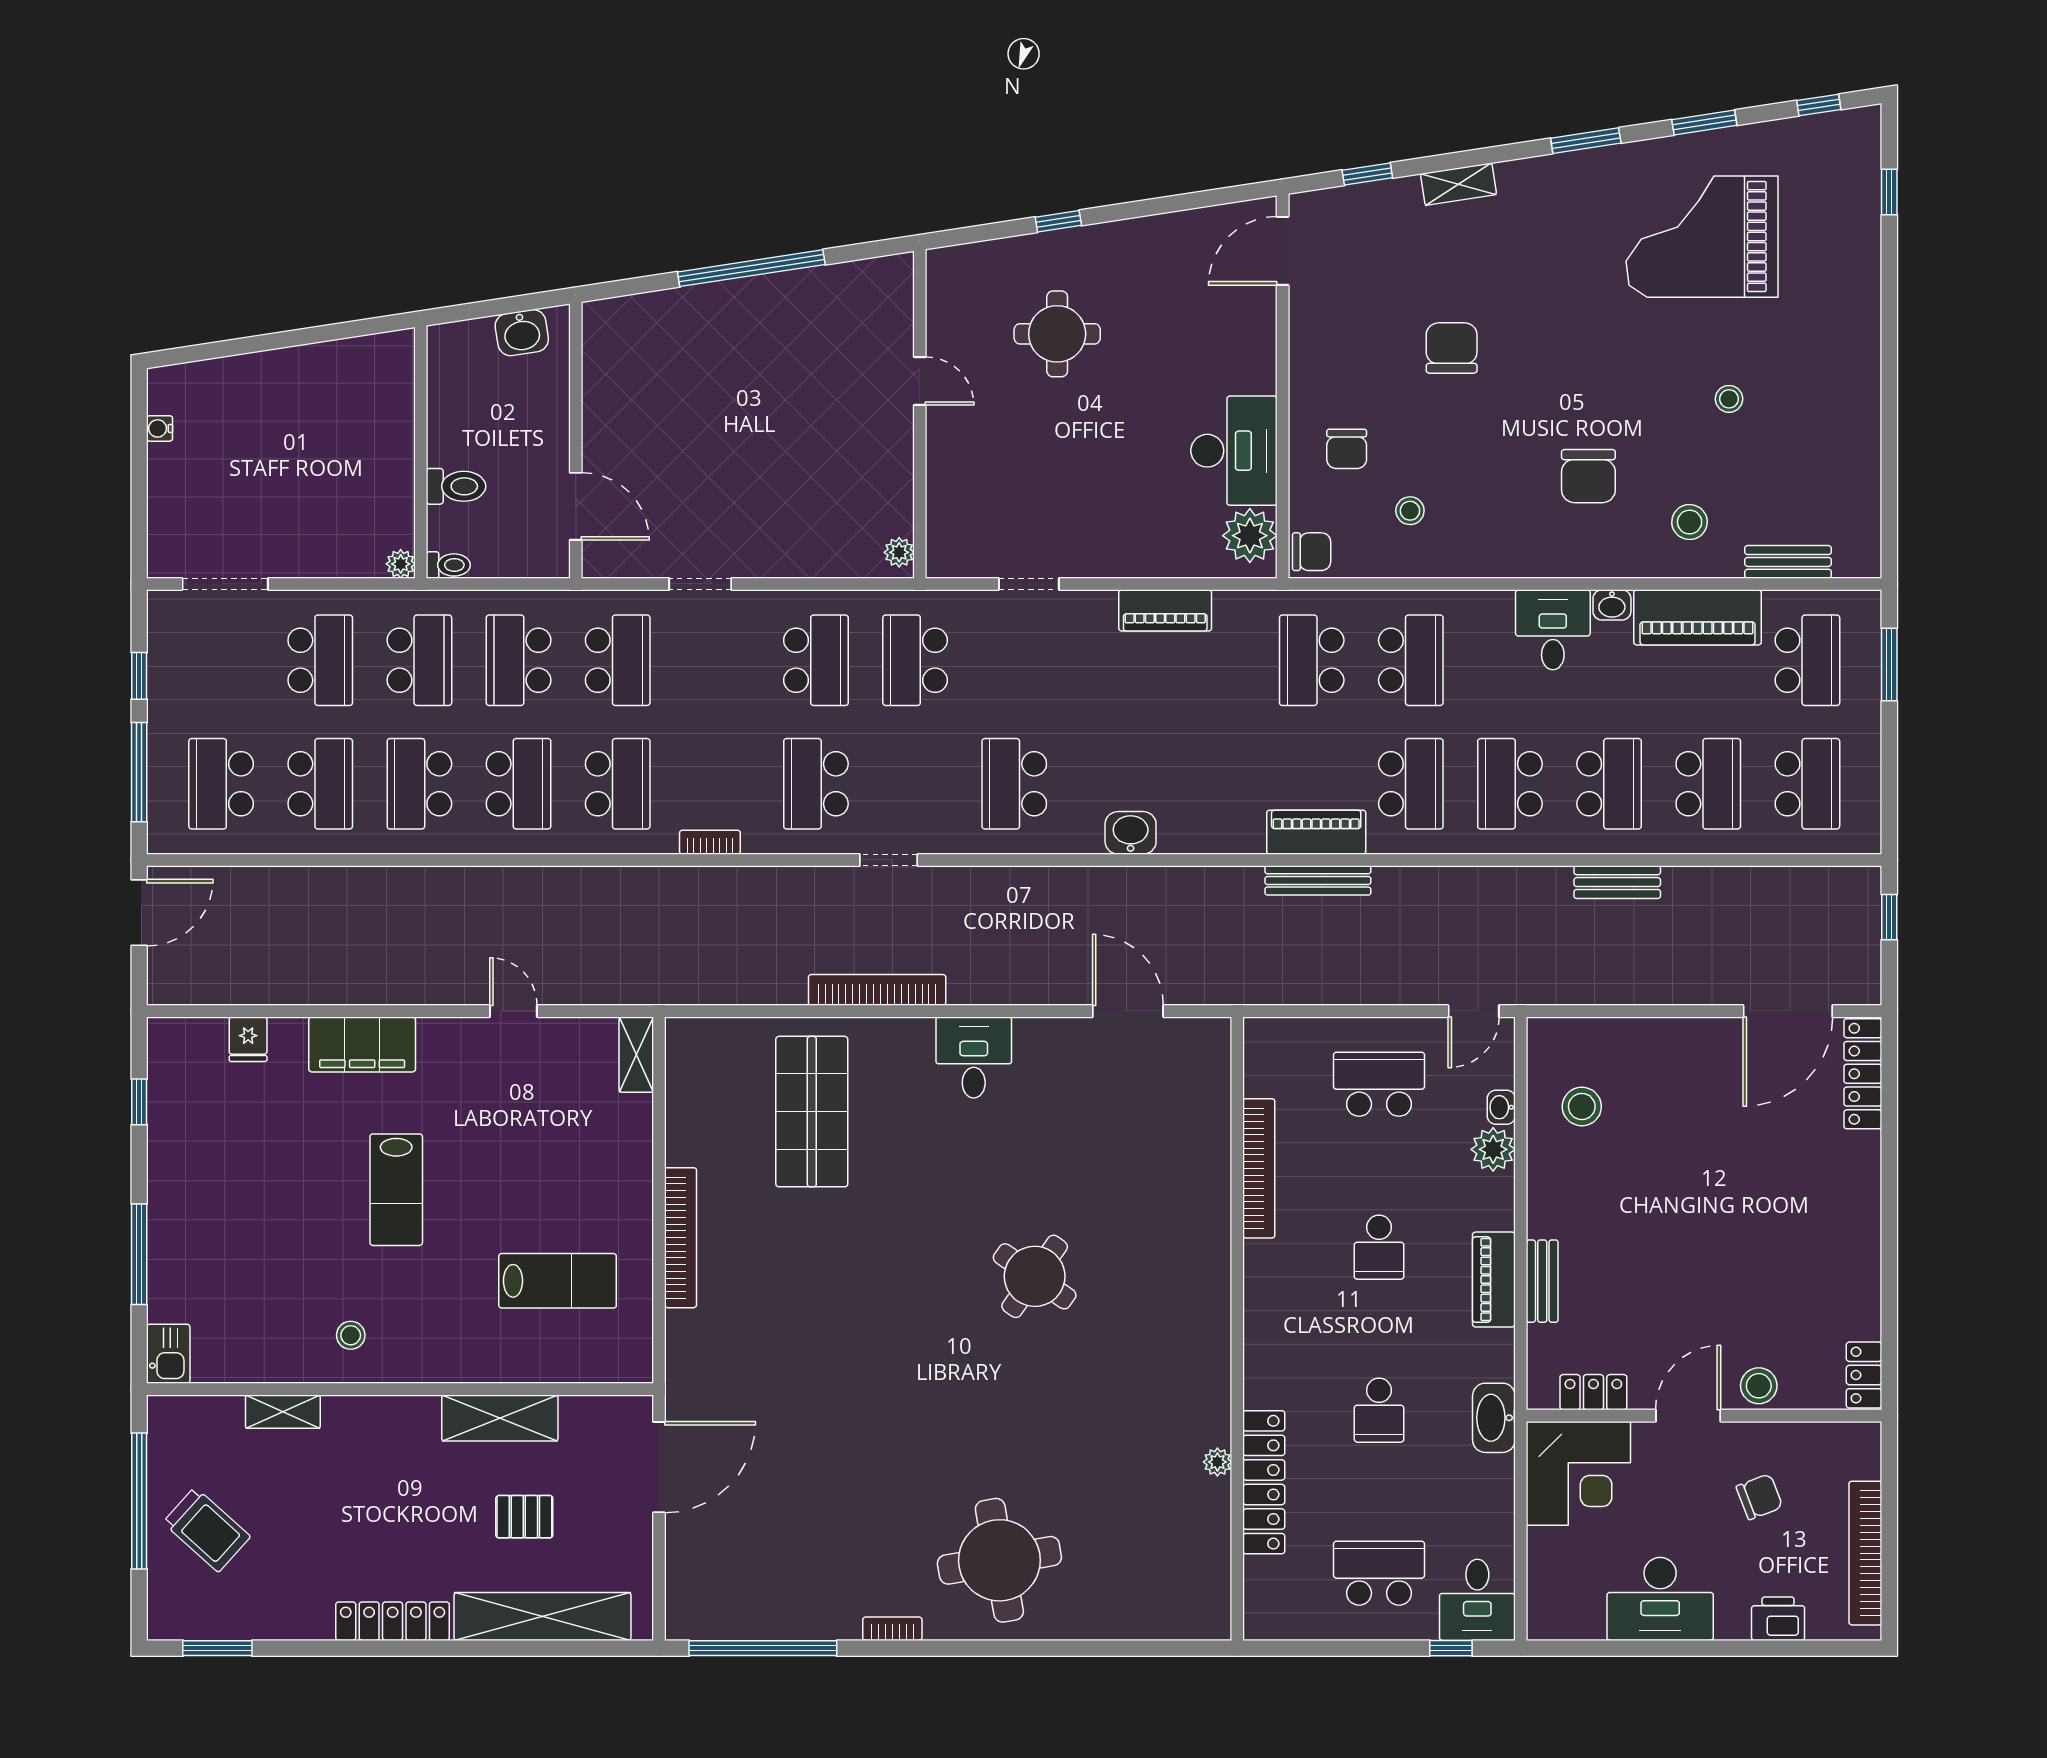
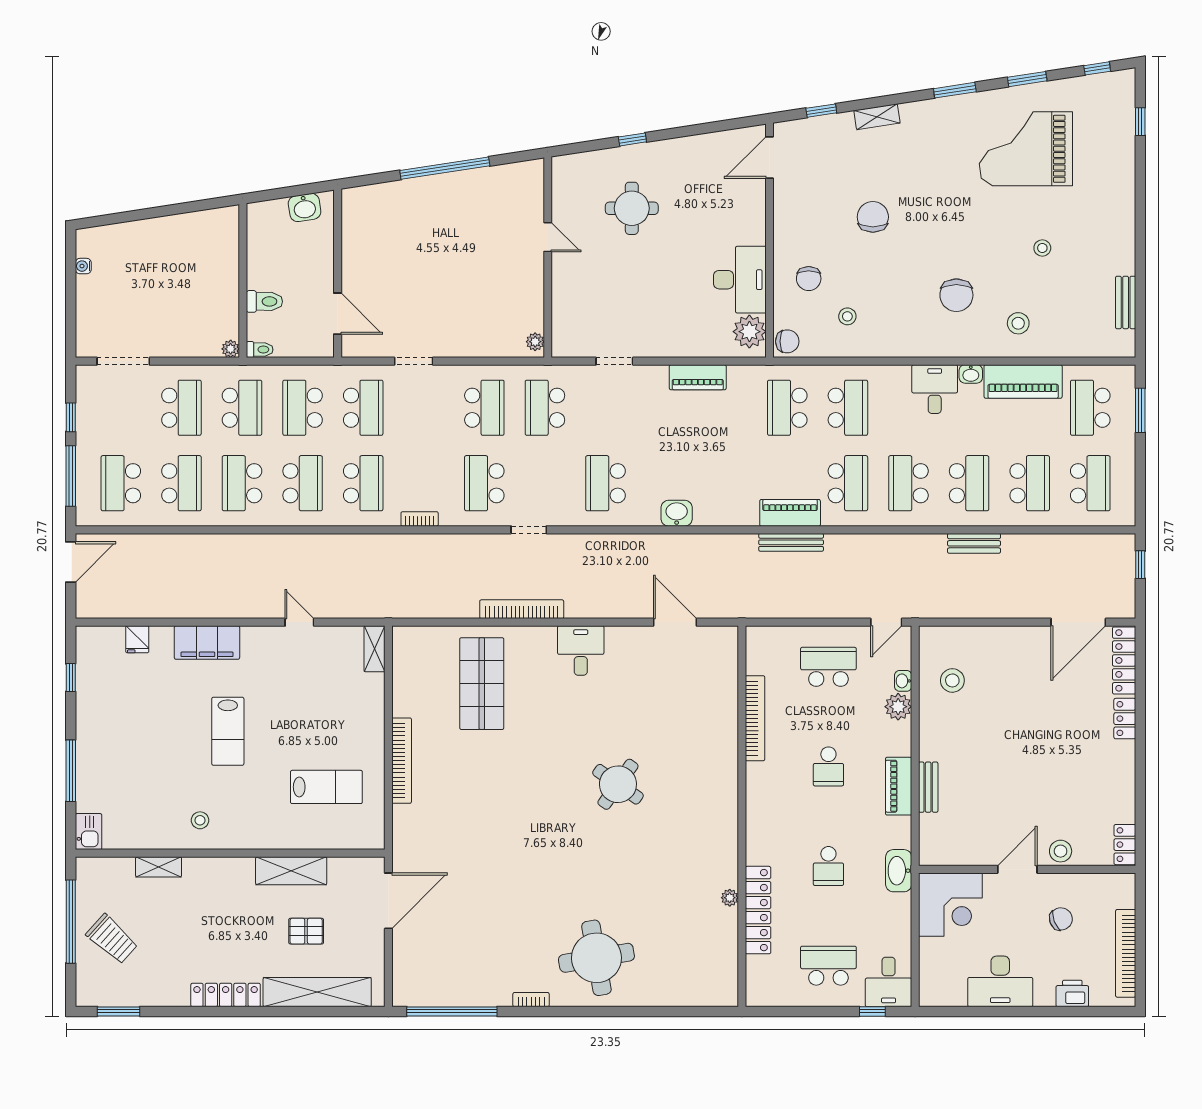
bench: (1788, 562) -> (1126, 302), moved, turned 90
school desk: (1807, 660) -> (1090, 408), turned 180
locker: (1593, 1392) -> (1125, 719), moved, turned -90

